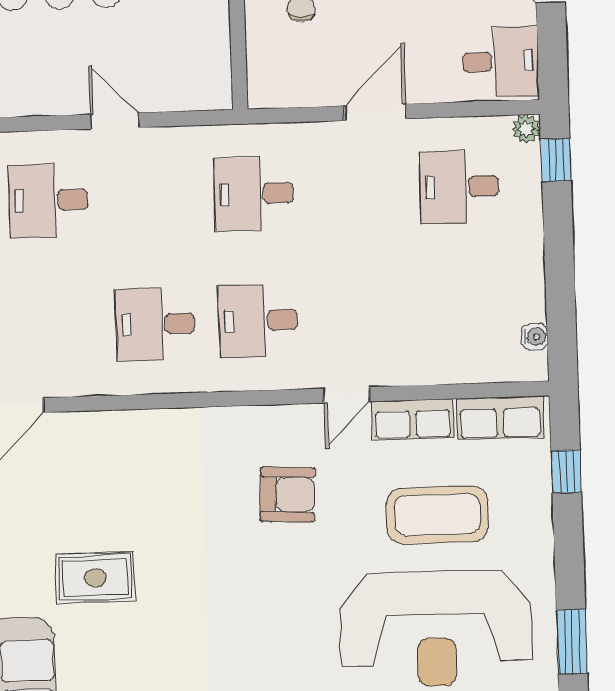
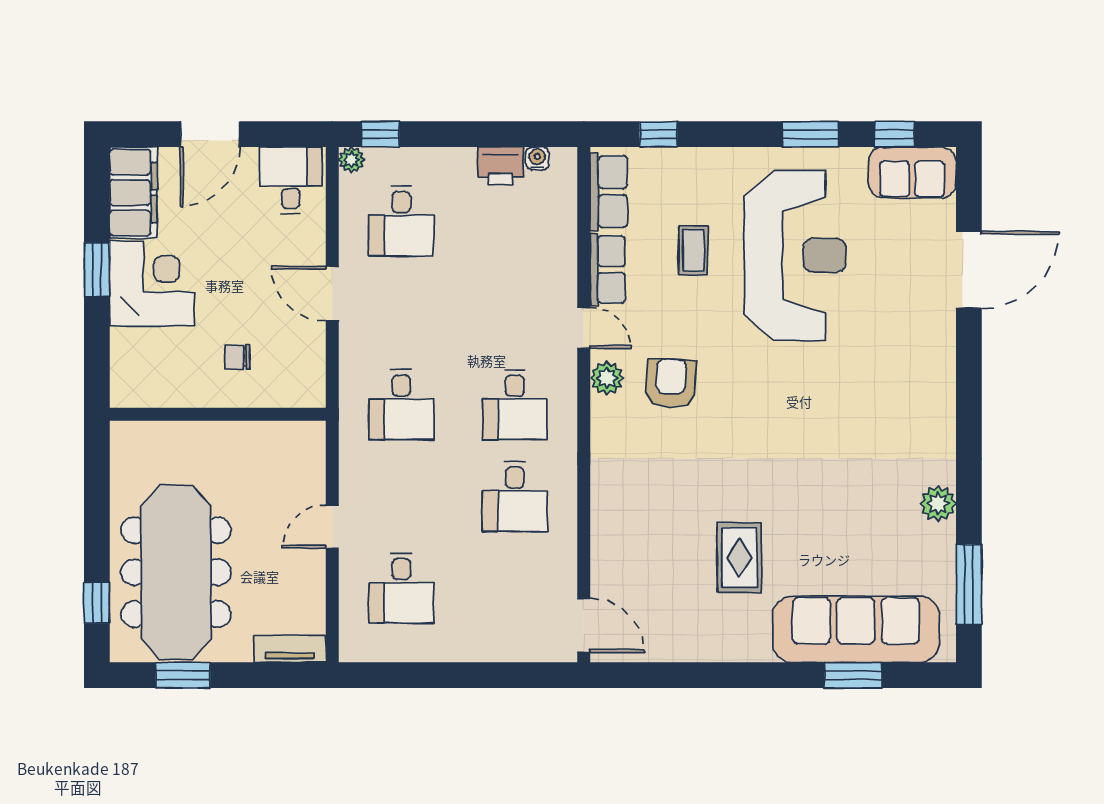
printer: (525, 296) -> (500, 166), added
plant: (291, 423) -> (607, 378), added
coffee table: (437, 515) -> (693, 250), width x0.54, depth x0.58

